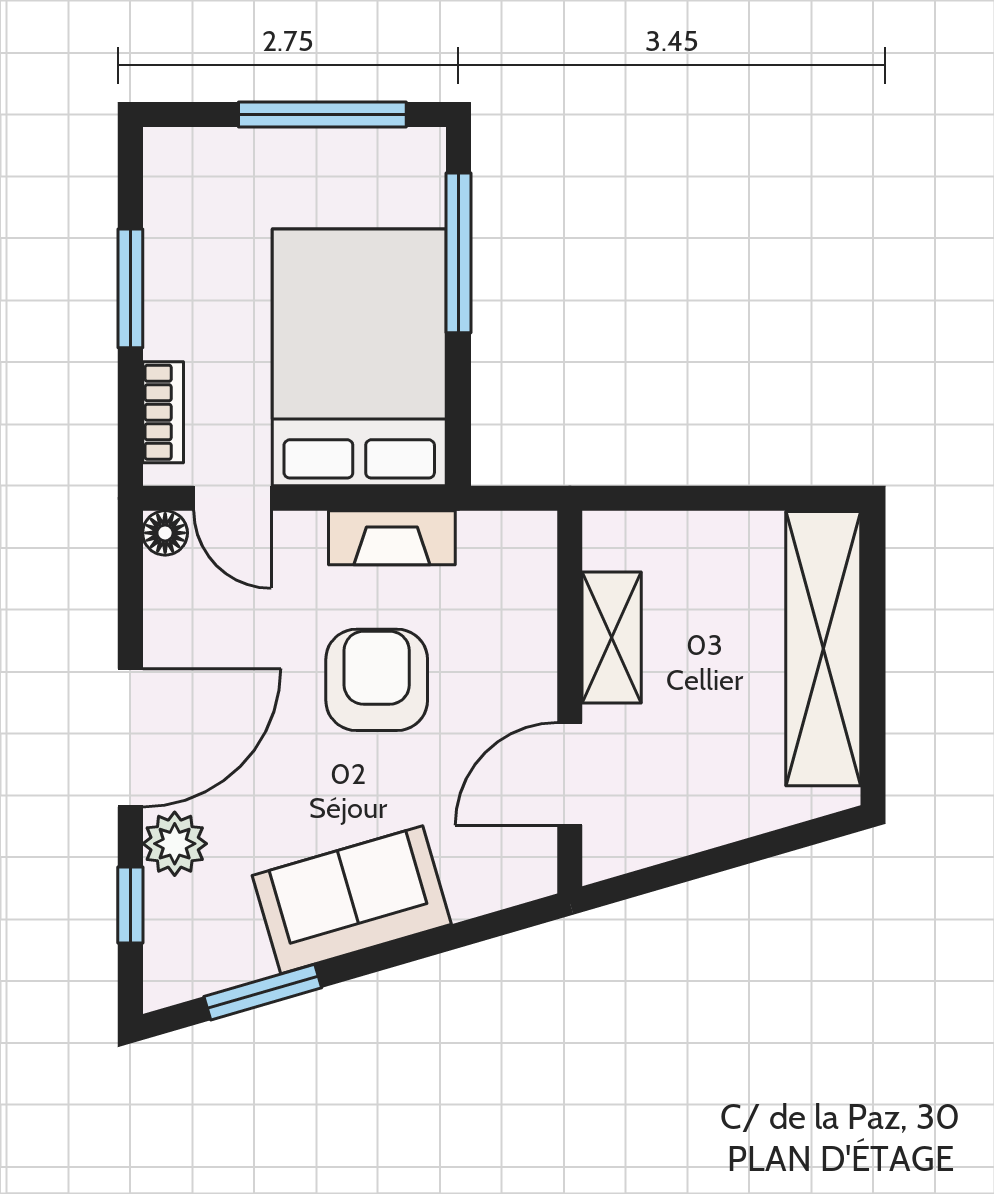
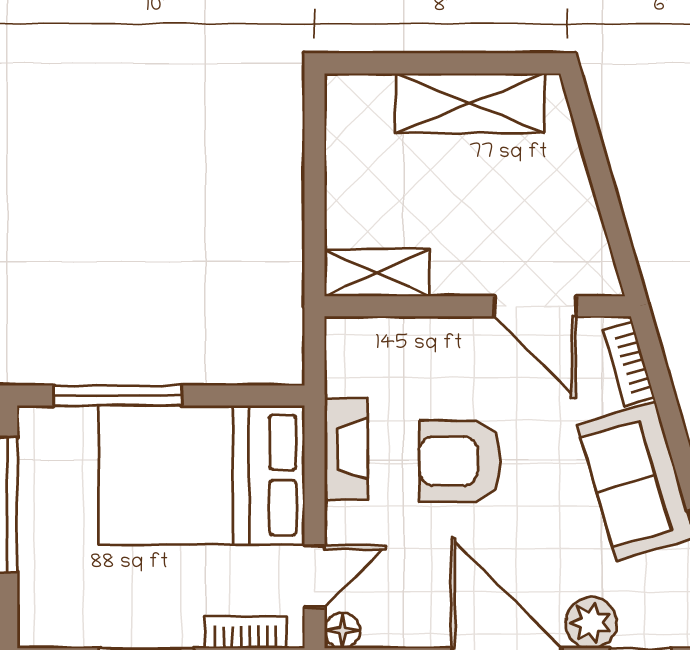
shelving: (612, 638) -> (377, 273), moved
shelving: (823, 649) -> (470, 103), width x0.68
bookcase: (498, 891) -> (629, 364), added

